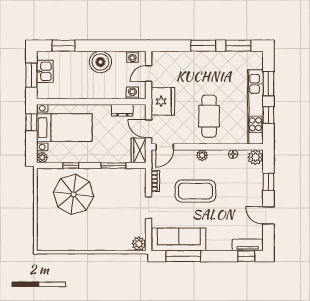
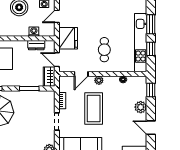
washing machine: (132, 93) -> (34, 32), moved
cafe table: (209, 116) -> (104, 50), width x0.73, depth x0.74
door: (165, 147) -> (81, 74), moved
plant: (255, 157) -> (141, 107), moved
window: (268, 182) -> (151, 90), moved
coffee table: (195, 191) -> (94, 108), turned 90

